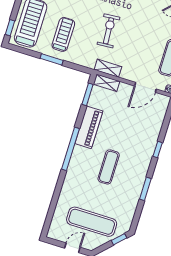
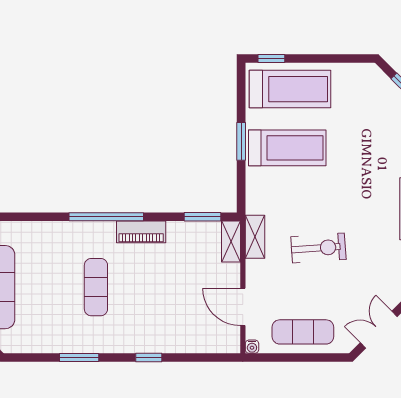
exercise bike: (109, 31) -> (318, 248), moved
treadmill: (63, 34) -> (287, 148), width x1.37, depth x1.38
piano: (89, 127) -> (141, 232), width x0.73, depth x0.75
exercise mat: (109, 167) -> (96, 287), turned 90

